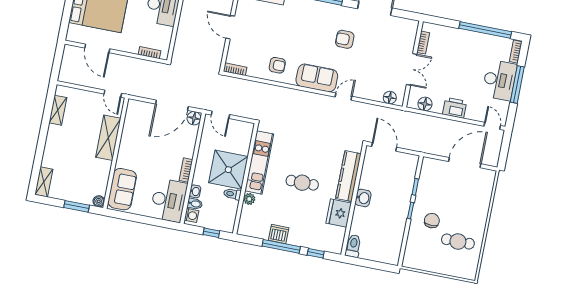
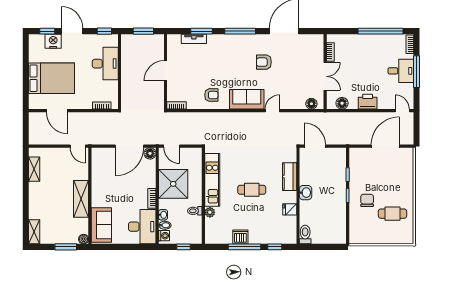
door: (230, 27) -> (166, 71), hinge flipped
desk: (499, 80) -> (401, 71), width x0.73
shelving: (108, 138) -> (81, 199), moved
shower: (228, 170) -> (173, 184), moved
kitchen counter: (348, 176) -> (290, 177), width x0.67
fridge: (339, 213) -> (290, 209), width x0.53, depth x0.75

